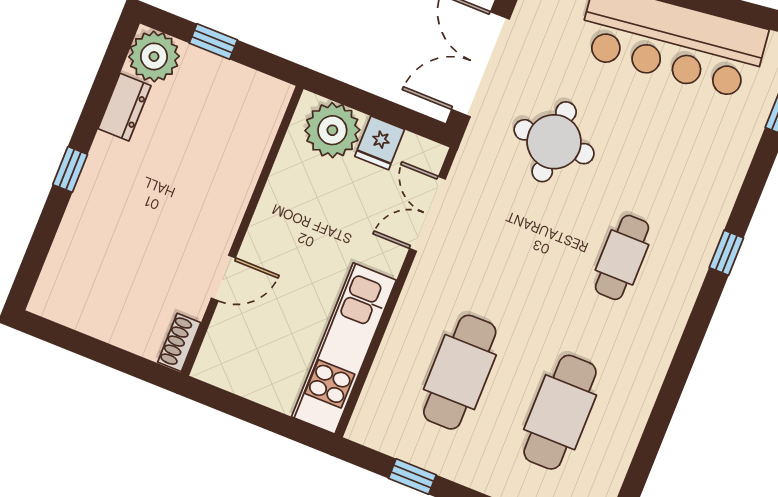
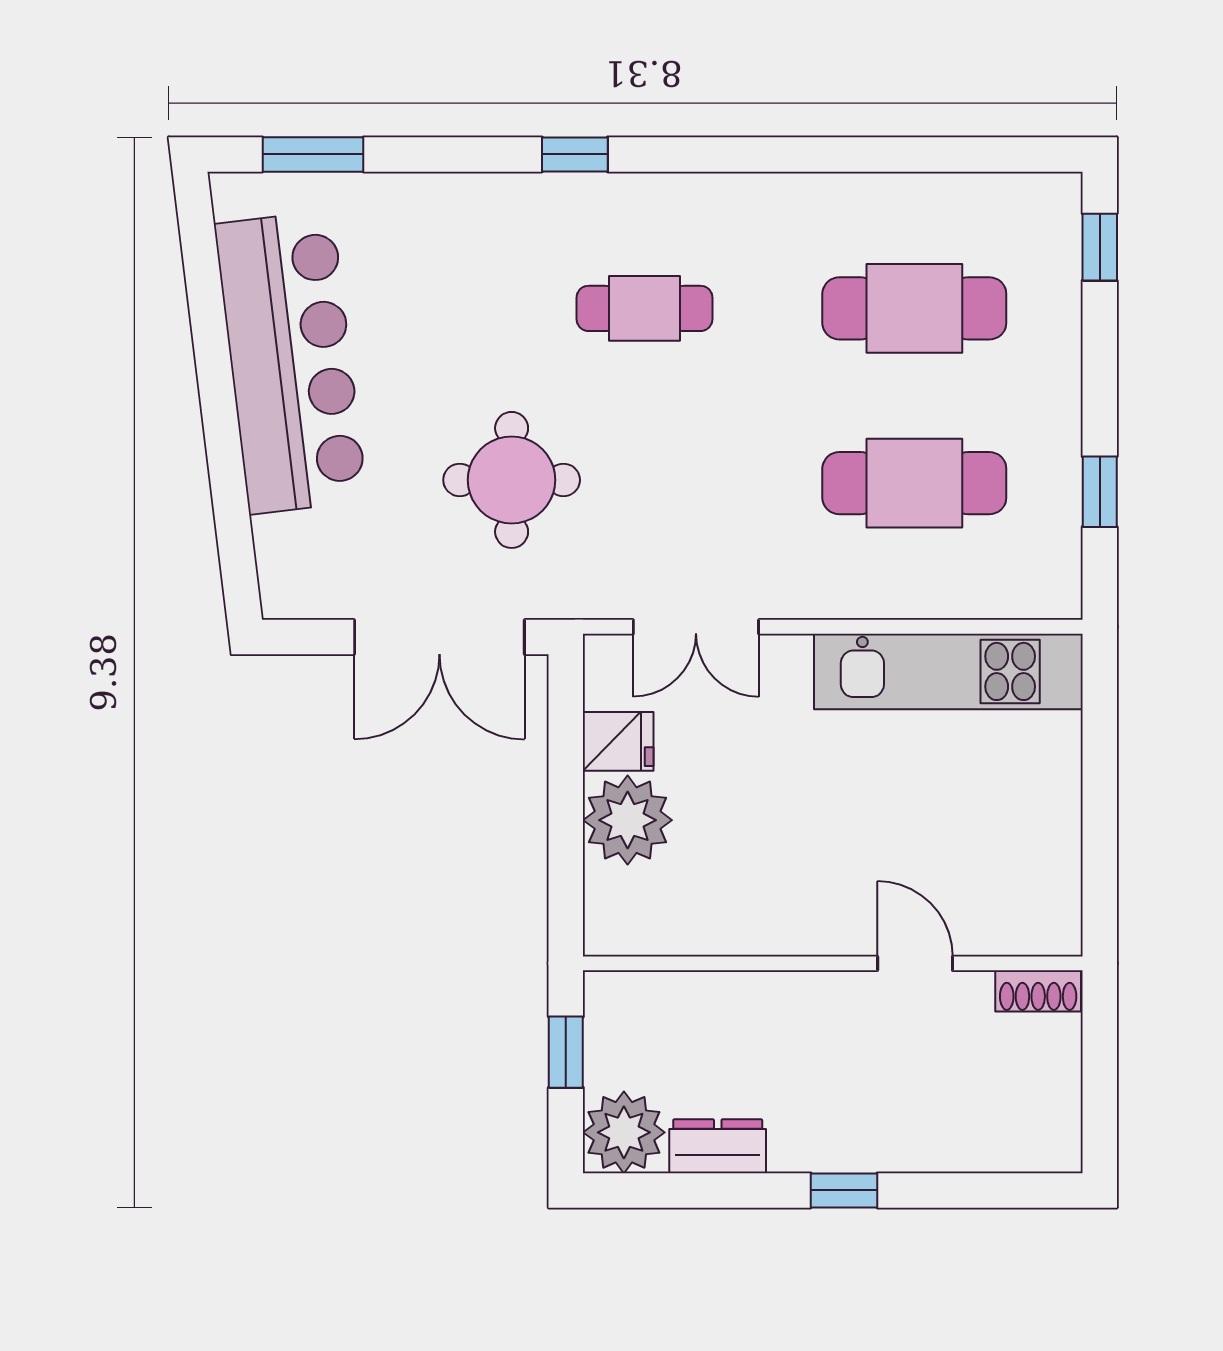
wall: (242, 231) -> (833, 963), moved
door: (223, 278) -> (915, 963), moved
shoe rack: (179, 342) -> (1038, 991), moved

